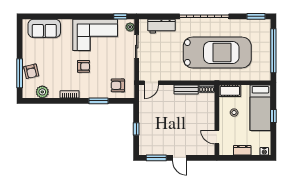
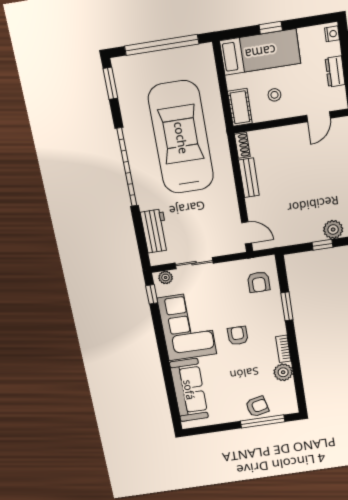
sofa: (44, 28) -> (189, 390), width x1.36
plant: (42, 92) -> (283, 372), moved
plant: (145, 137) -> (333, 229), added

